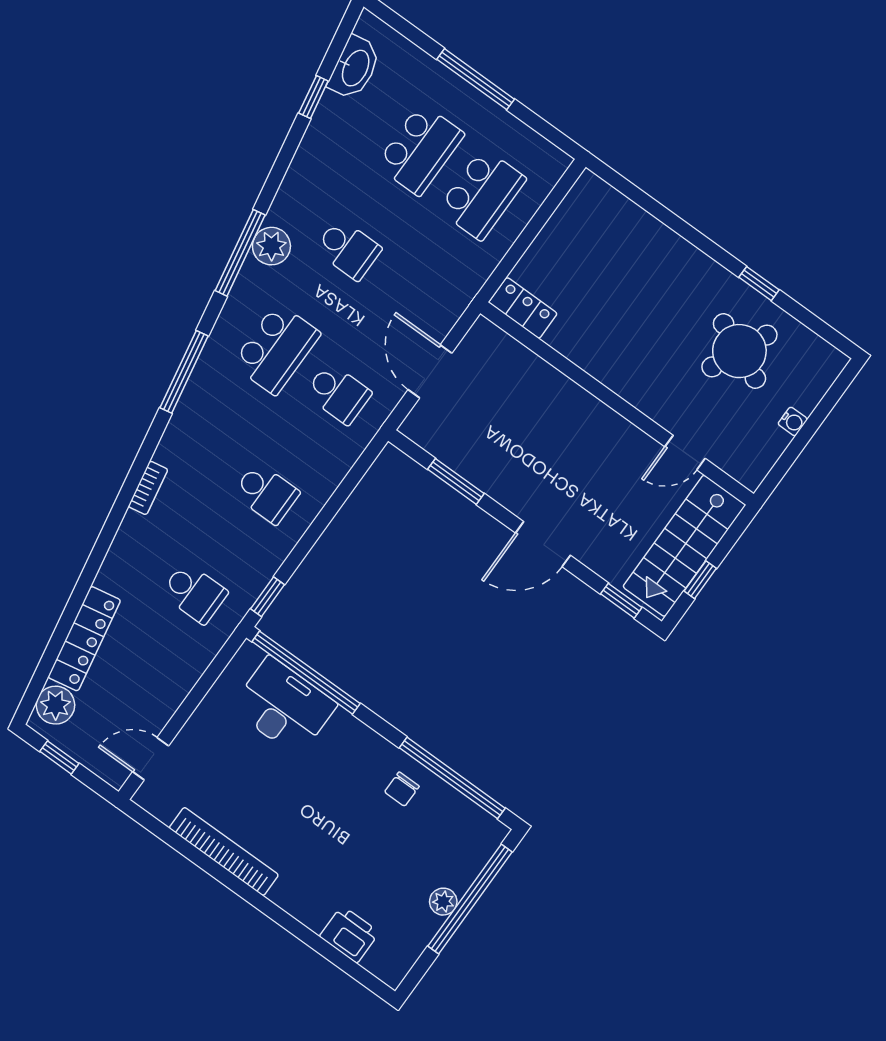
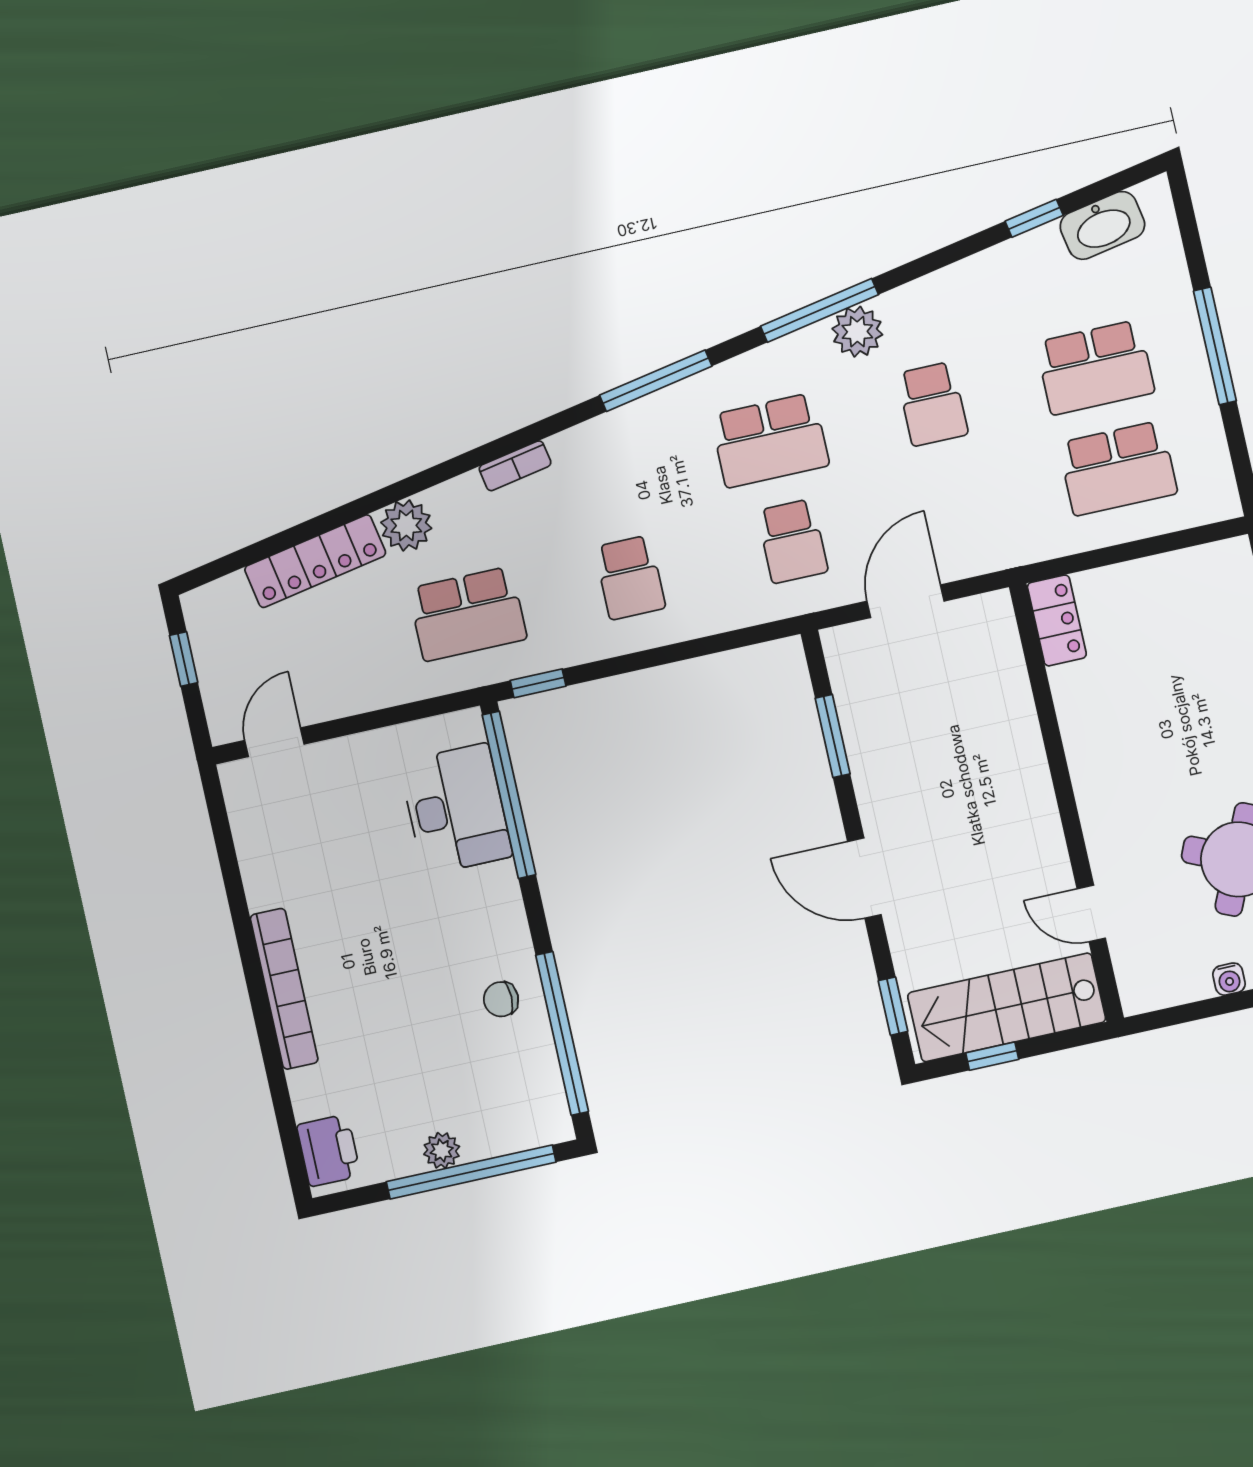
school desk: (194, 593) -> (468, 614), width x1.85
plant: (55, 705) -> (406, 525), moved
door: (151, 759) -> (274, 742), hinge flipped
bookcase: (224, 851) -> (284, 989), moved
printer: (349, 934) -> (329, 1150), moved

